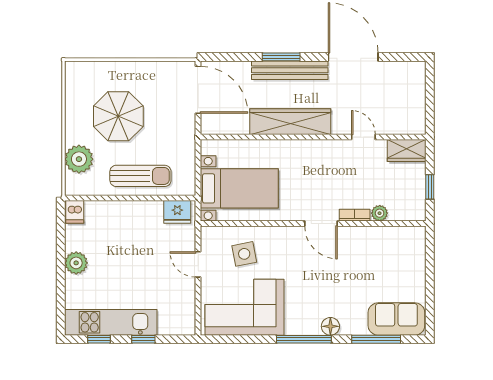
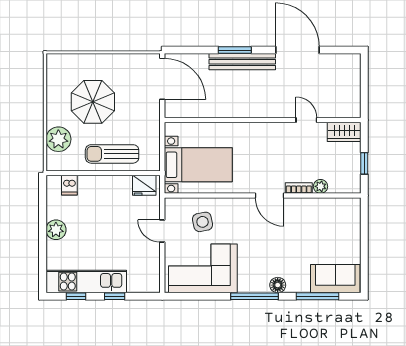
wardrobe: (290, 122) -> (243, 107), removed
sun lounger: (140, 176) -> (112, 154), turned 180
dishwasher: (75, 212) -> (69, 185), moved

